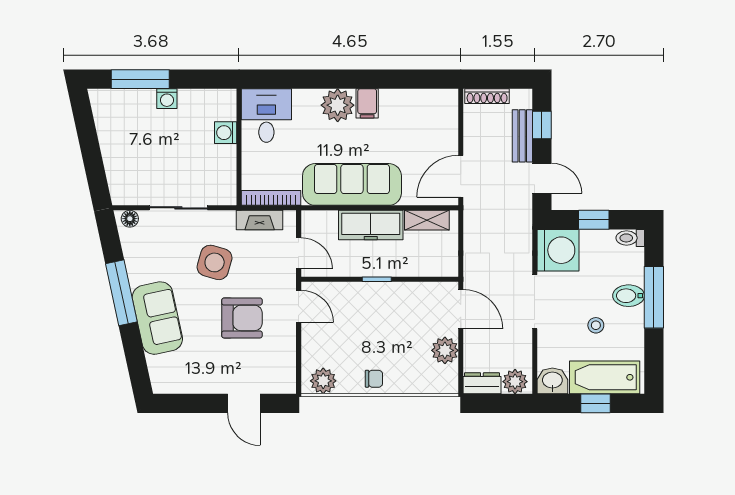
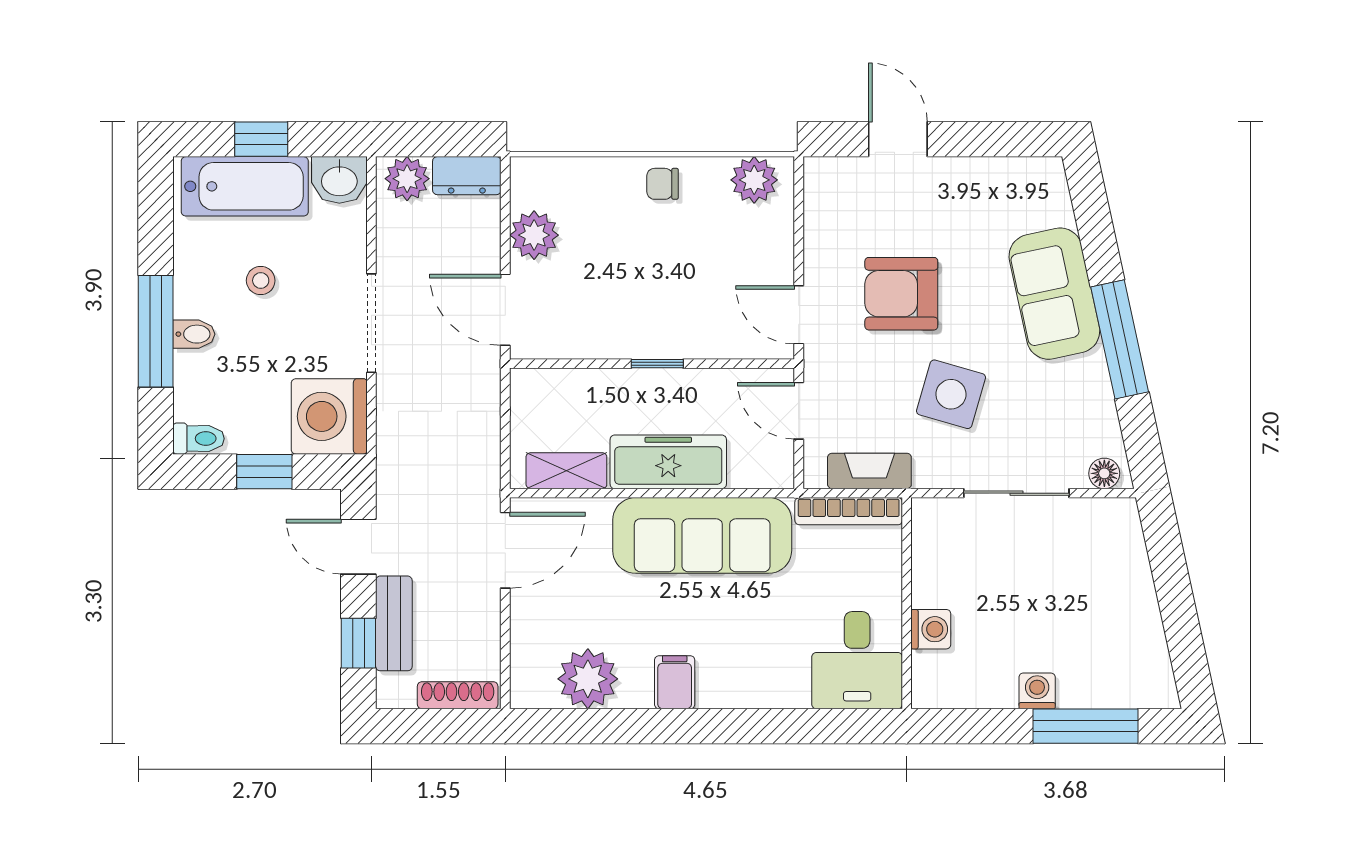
plant: (338, 105) -> (588, 679), moved
bidet: (629, 296) -> (194, 334), width x0.72, depth x0.74

